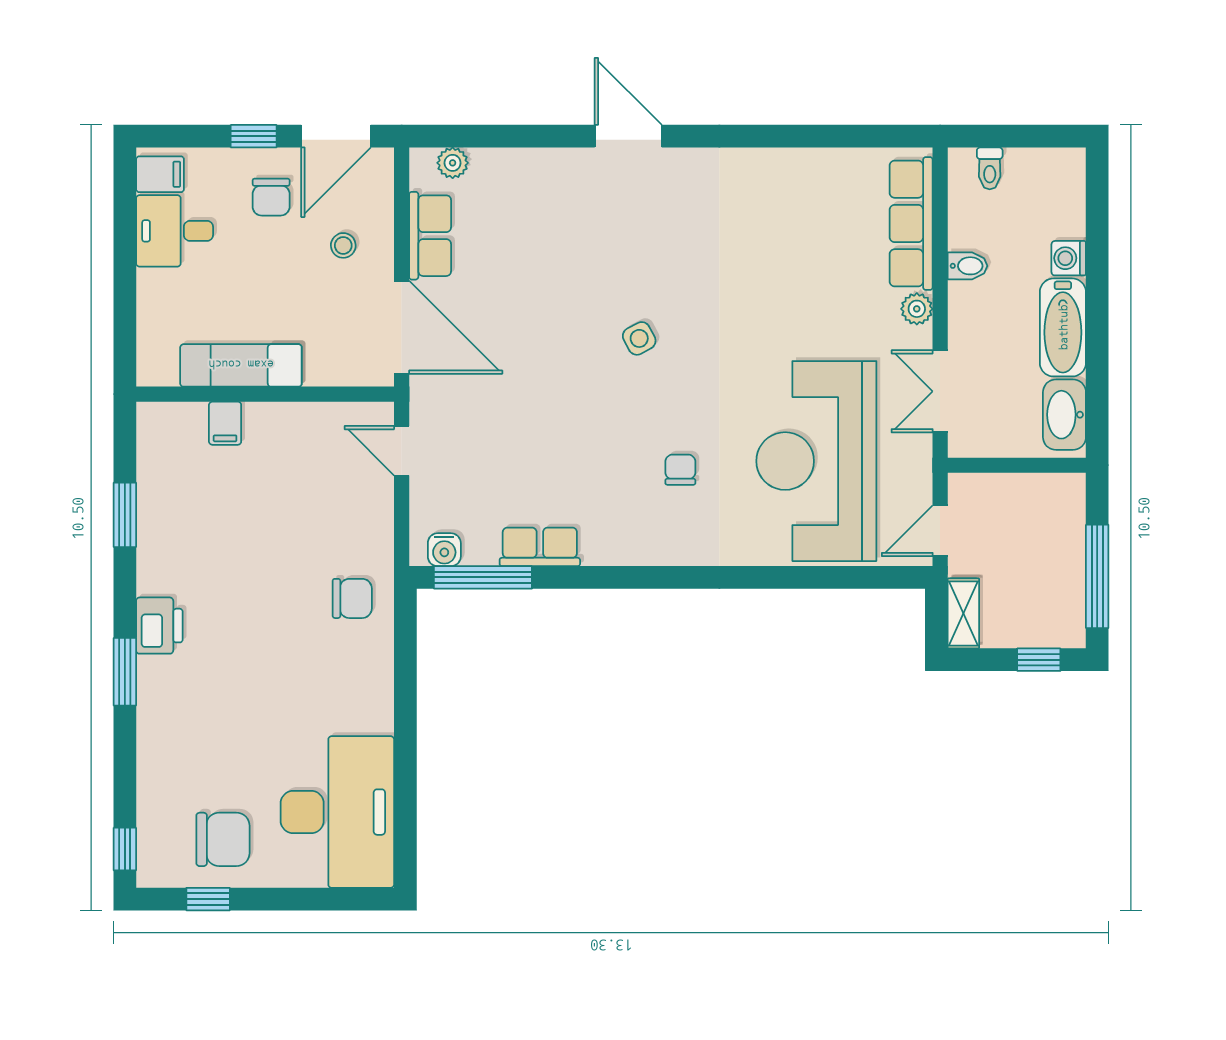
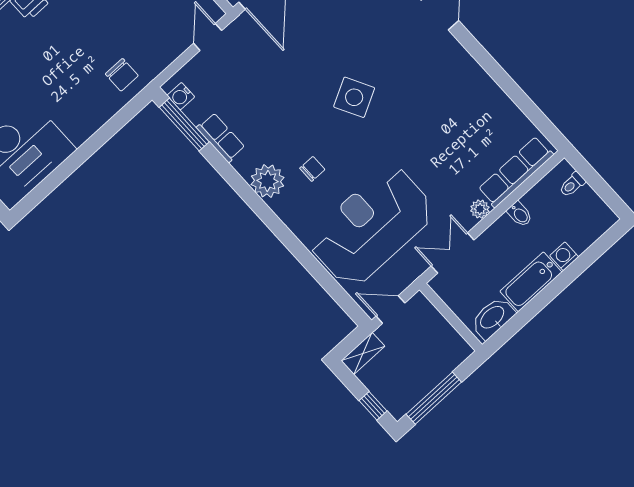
side table: (639, 338) -> (354, 97), width x1.87, depth x1.87
plant: (645, 538) -> (268, 181), added

